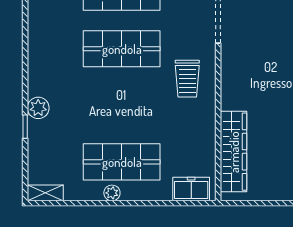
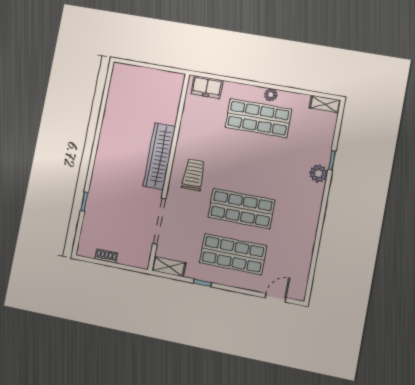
wardrobe: (234, 152) -> (159, 156), moved

